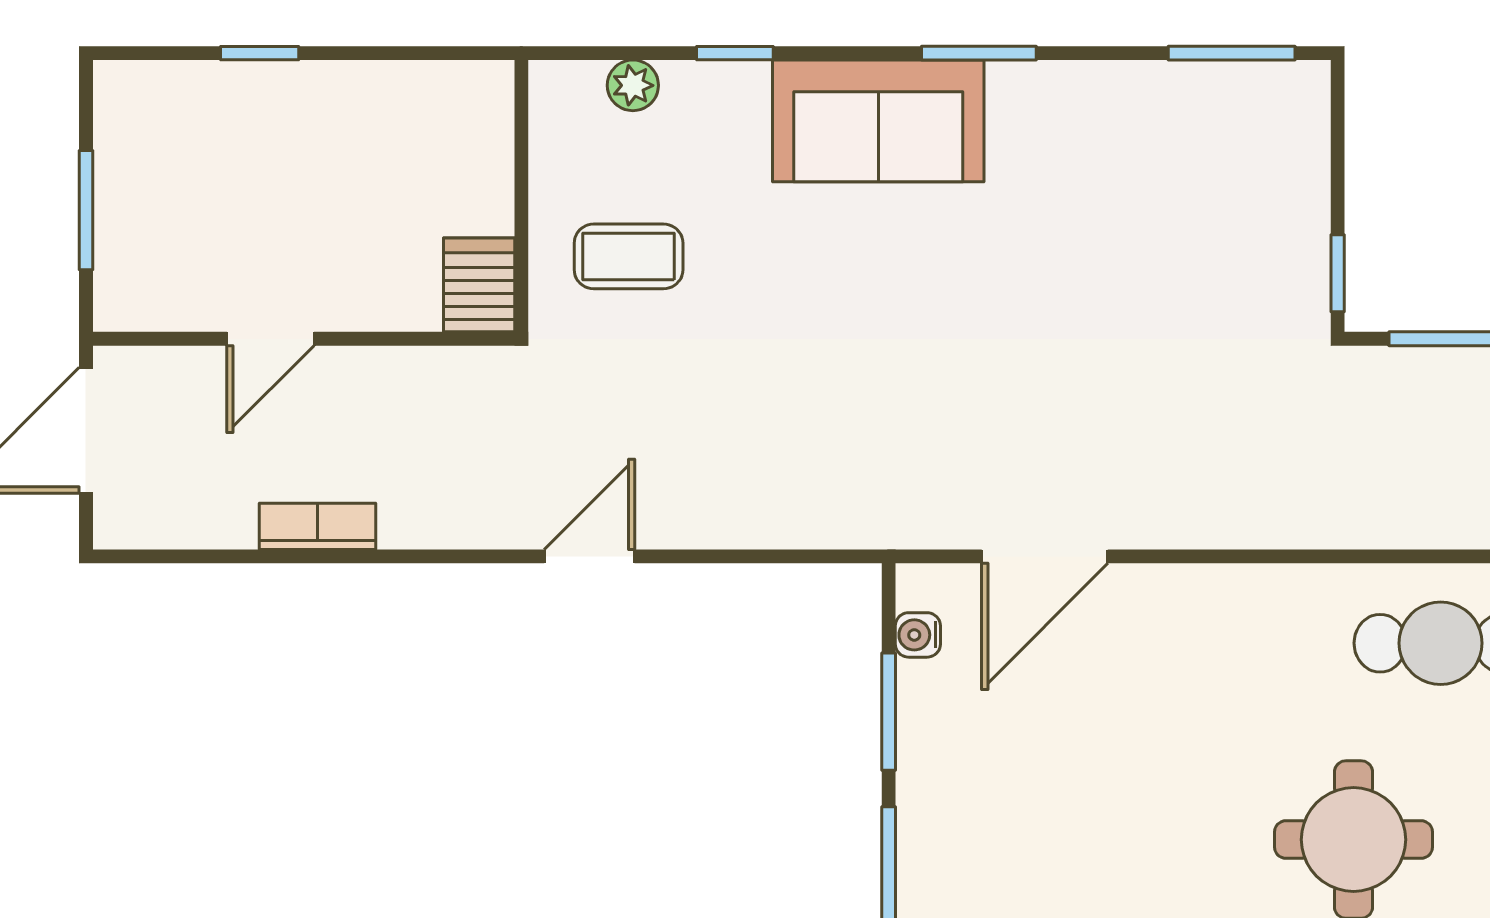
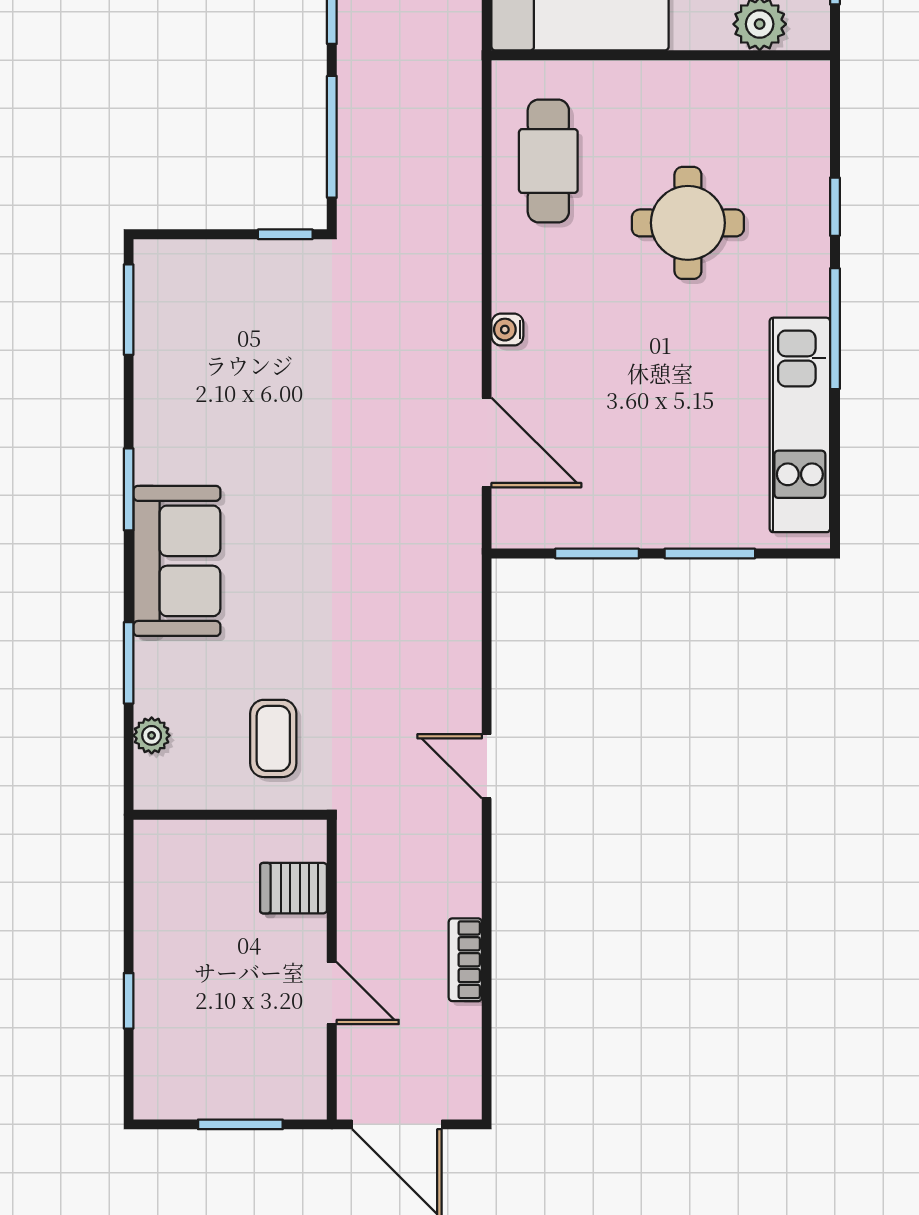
window: (735, 53) -> (129, 663), width x1.50
server rack: (479, 285) -> (294, 888), moved
water cooler: (918, 635) -> (507, 330), moved, turned 90

